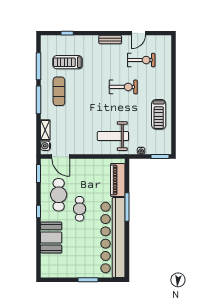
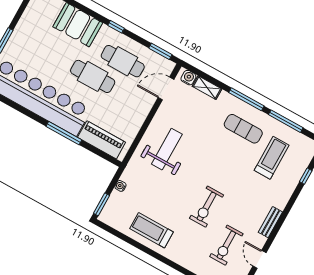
weight bench: (113, 136) -> (167, 149), moved
cafe table: (80, 209) -> (93, 76), width x1.37, depth x1.35

